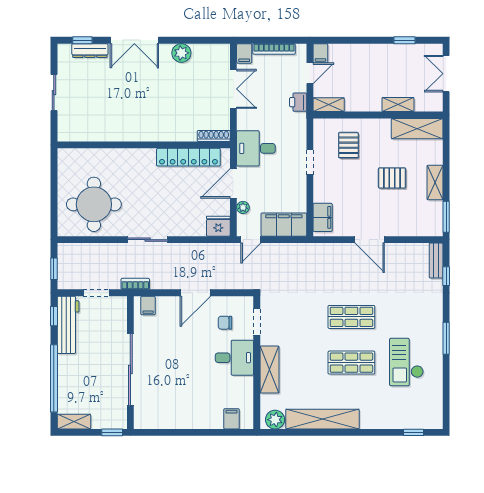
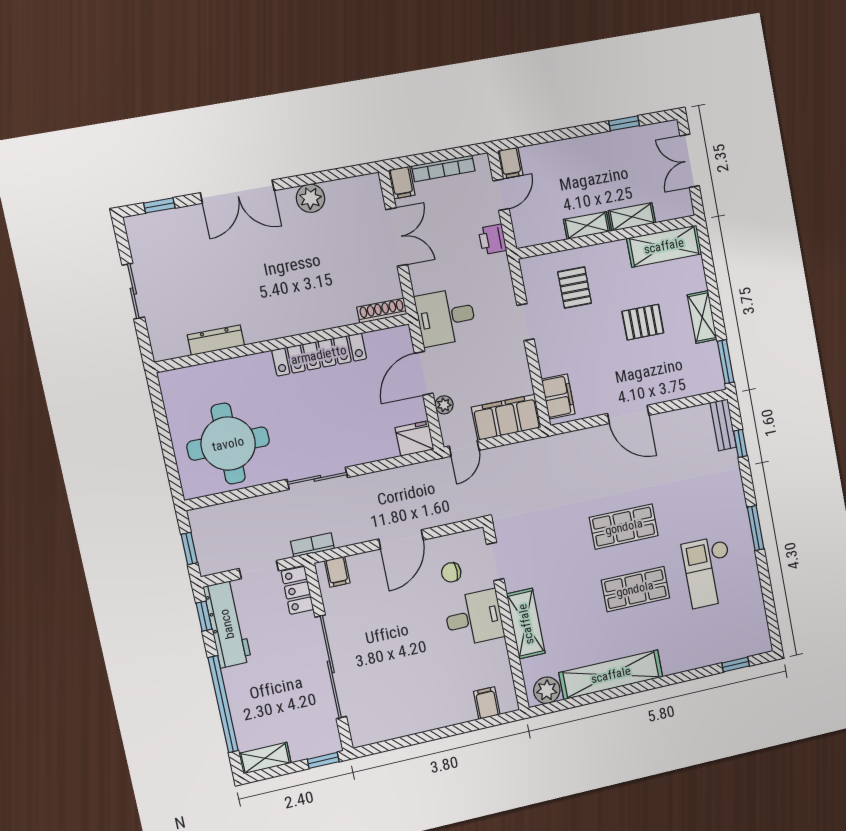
dresser: (90, 51) -> (216, 340), moved, turned 180
shelving: (329, 105) -> (587, 225), moved
locker: (188, 157) -> (319, 355), moved
locker: (119, 312) -> (297, 590), added

